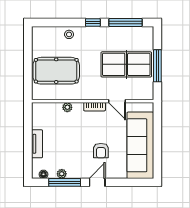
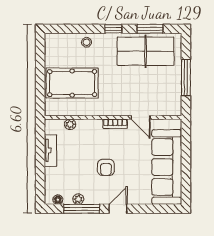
window: (125, 22) -> (150, 29), width x0.69
table tennis table: (126, 64) -> (146, 51), moved
plant: (67, 107) -> (70, 124), moved
tv unit: (37, 144) -> (51, 150), moved
armchair: (101, 151) -> (106, 167), moved

